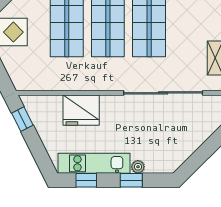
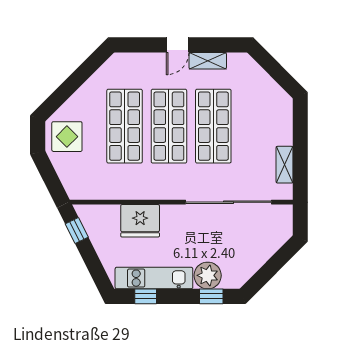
plant: (138, 167) -> (208, 275), width x1.88, depth x1.88
window: (131, 180) -> (211, 296), moved

